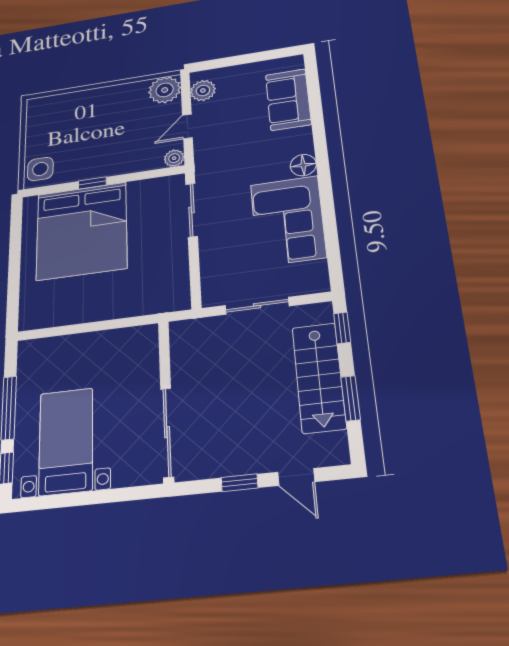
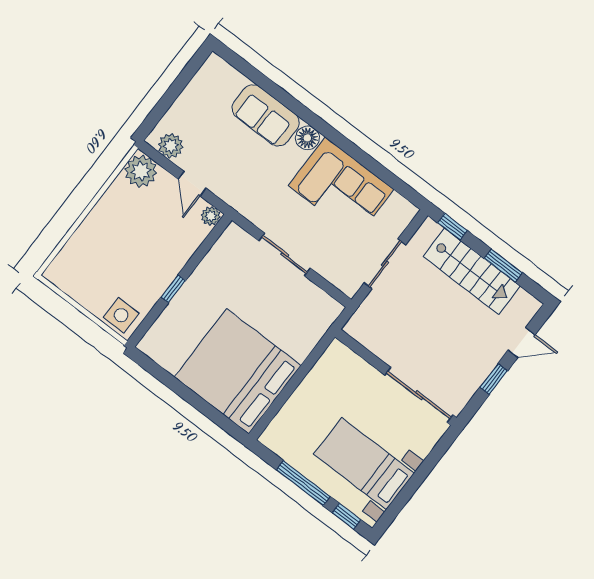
sofa: (288, 100) -> (266, 115), moved
sliding door: (192, 210) -> (285, 254), moved
bed: (82, 231) -> (238, 371), moved, turned 180

